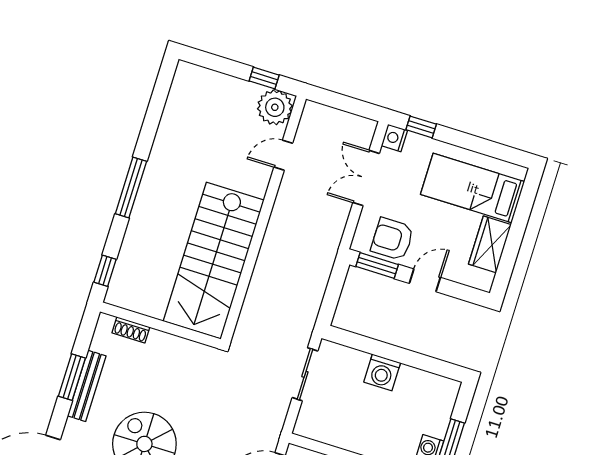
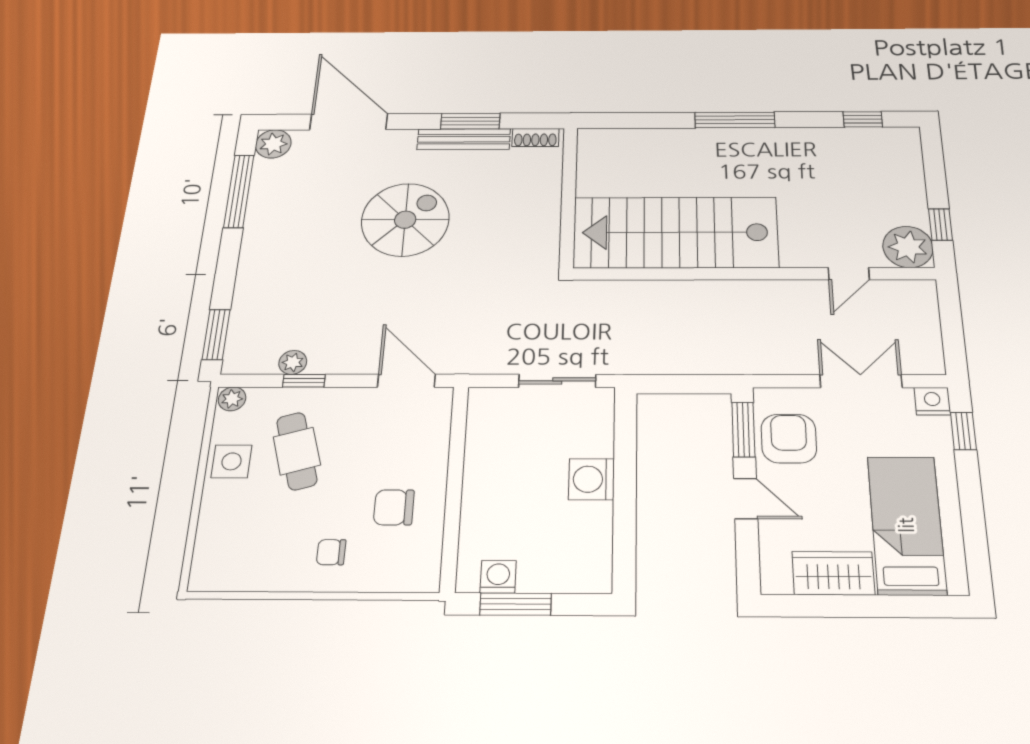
door: (283, 155) -> (849, 274), swing flipped
window: (105, 271) -> (863, 119), moved
shoe rack: (131, 330) -> (535, 138), moved, turned -90

